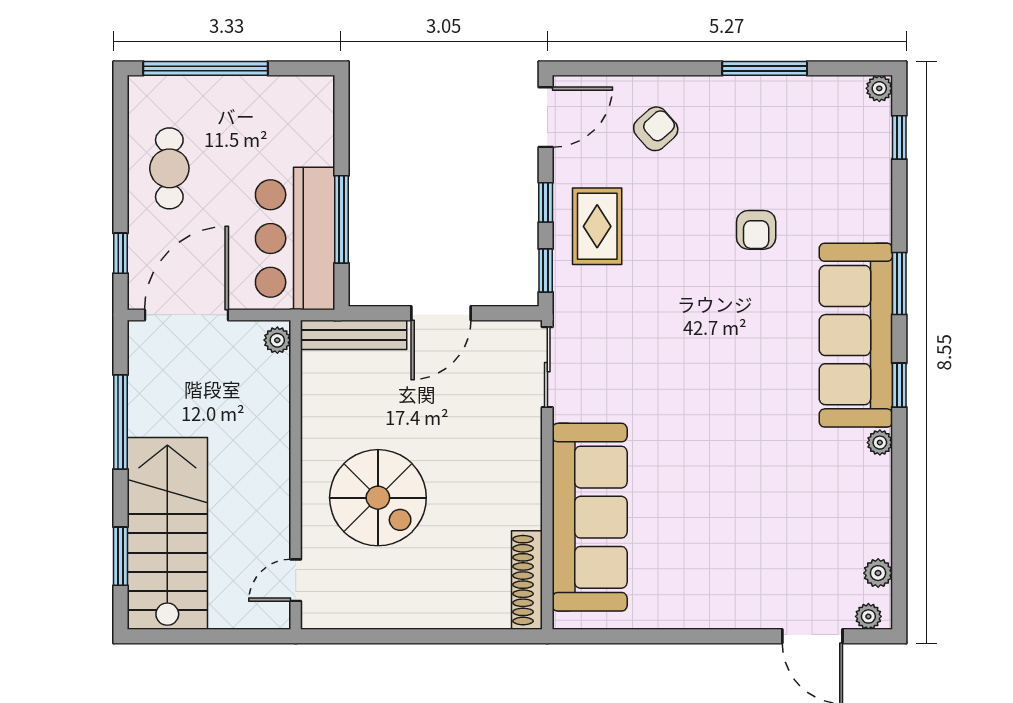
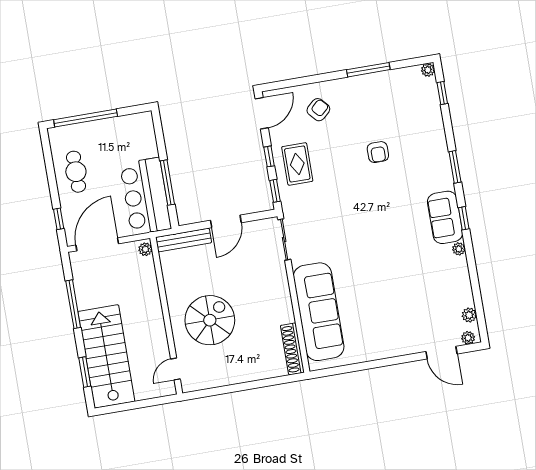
sofa: (856, 335) -> (445, 217), width x0.54, depth x0.79
spiral stairs: (378, 498) -> (210, 320), turned -90

